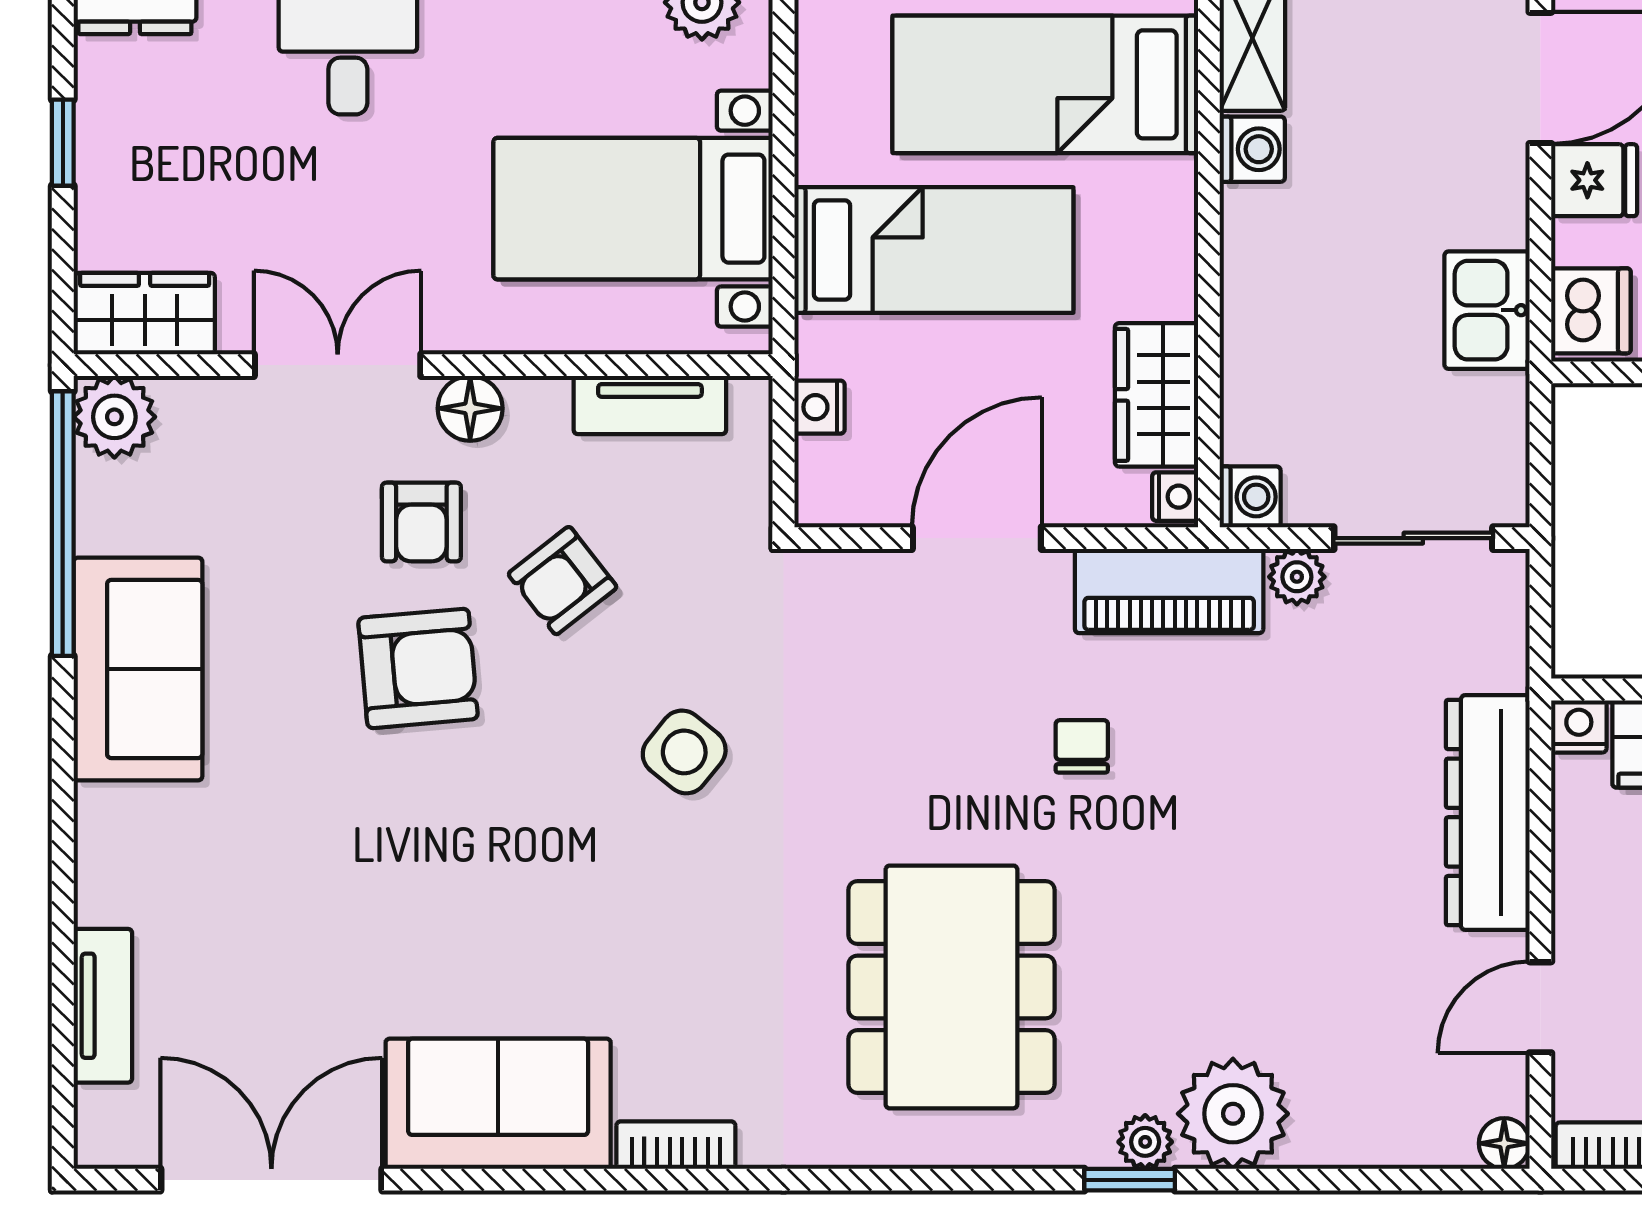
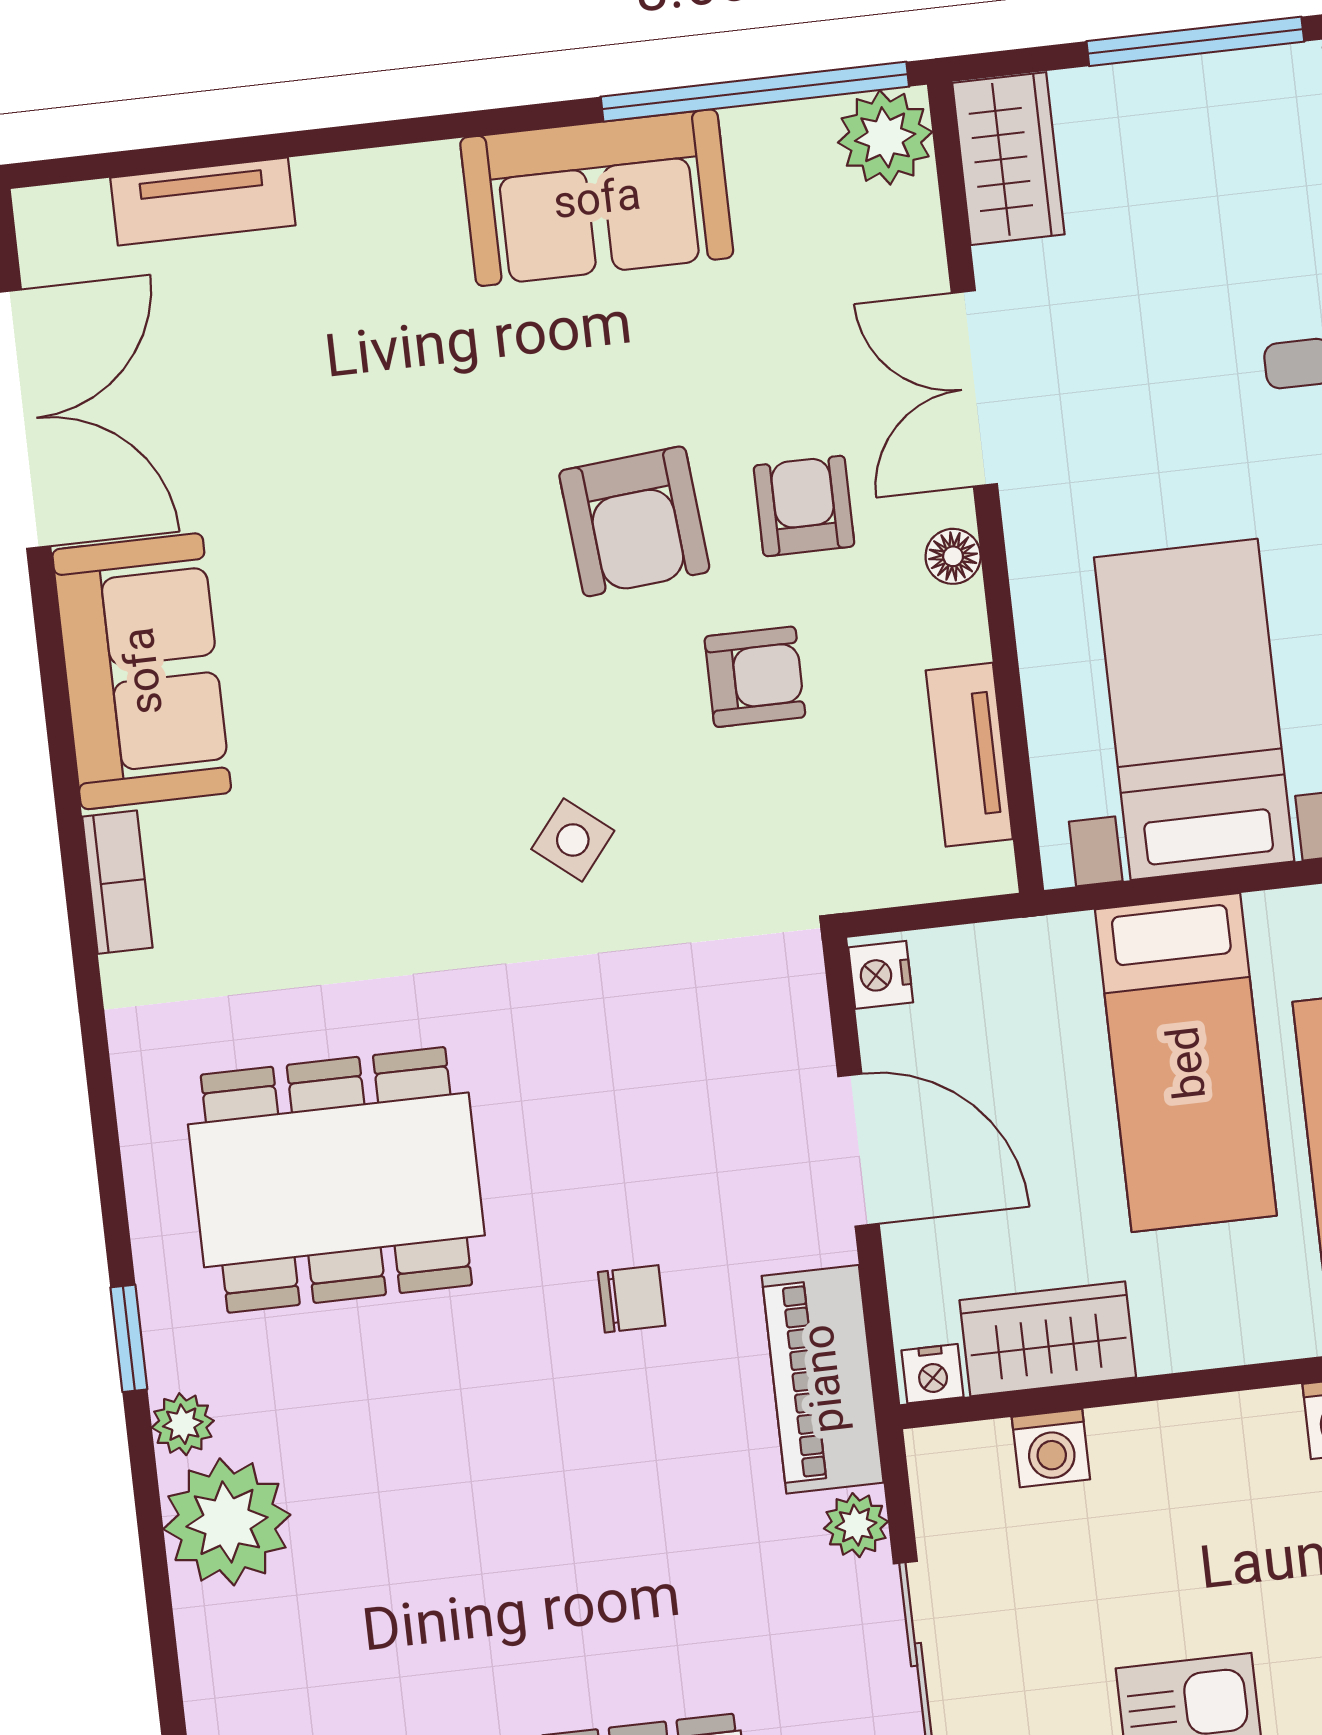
window: (63, 143) -> (1195, 41), width x2.17
double door: (338, 365) -> (974, 388), swing flipped
nightstand: (819, 407) -> (881, 975), moved, turned -90
floor lamp: (470, 408) -> (953, 556), width x0.73, depth x0.73
washing machine: (1250, 497) -> (1051, 1448), moved
armchair: (421, 522) -> (804, 506), turned 90
armchair: (563, 581) -> (755, 677), turned 128
side table: (684, 752) -> (573, 840), width x0.73, depth x0.73
window: (1130, 1180) -> (129, 1338), moved

